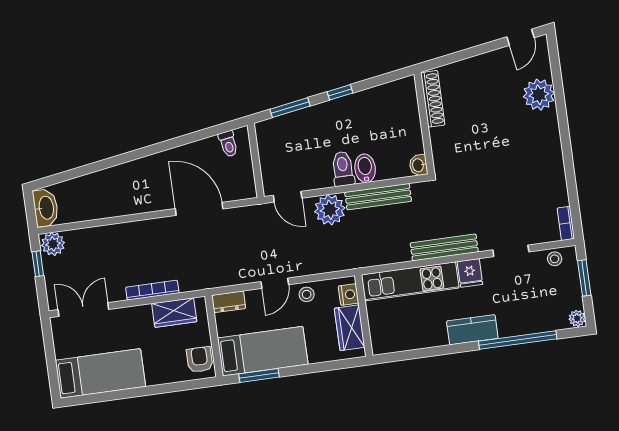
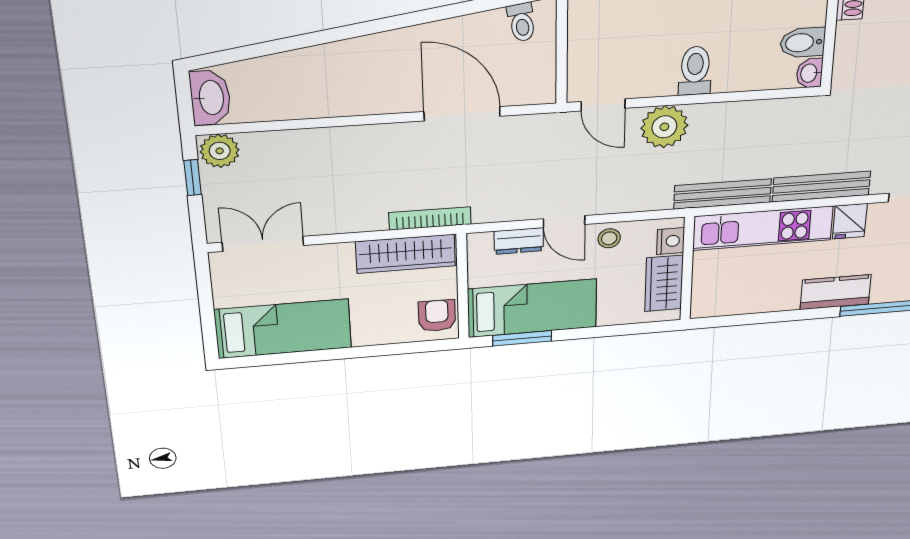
bidet: (365, 168) -> (803, 43), moved, turned -90
bench: (378, 197) -> (723, 194), moved
door: (275, 283) -> (564, 222), hinge flipped
bookcase: (152, 290) -> (430, 218), moved
dresser: (229, 302) -> (519, 241), moved
wardrobe: (174, 313) -> (406, 254), width x1.50

